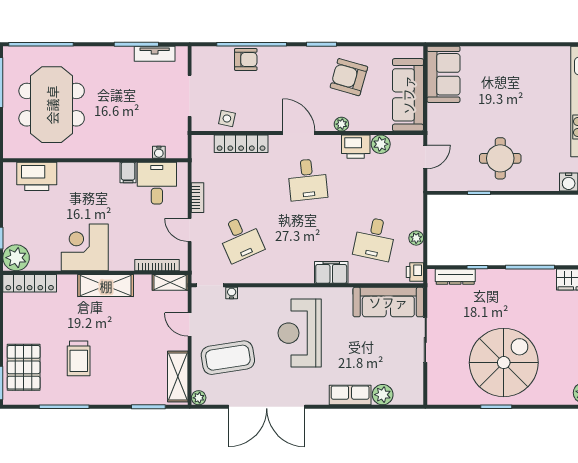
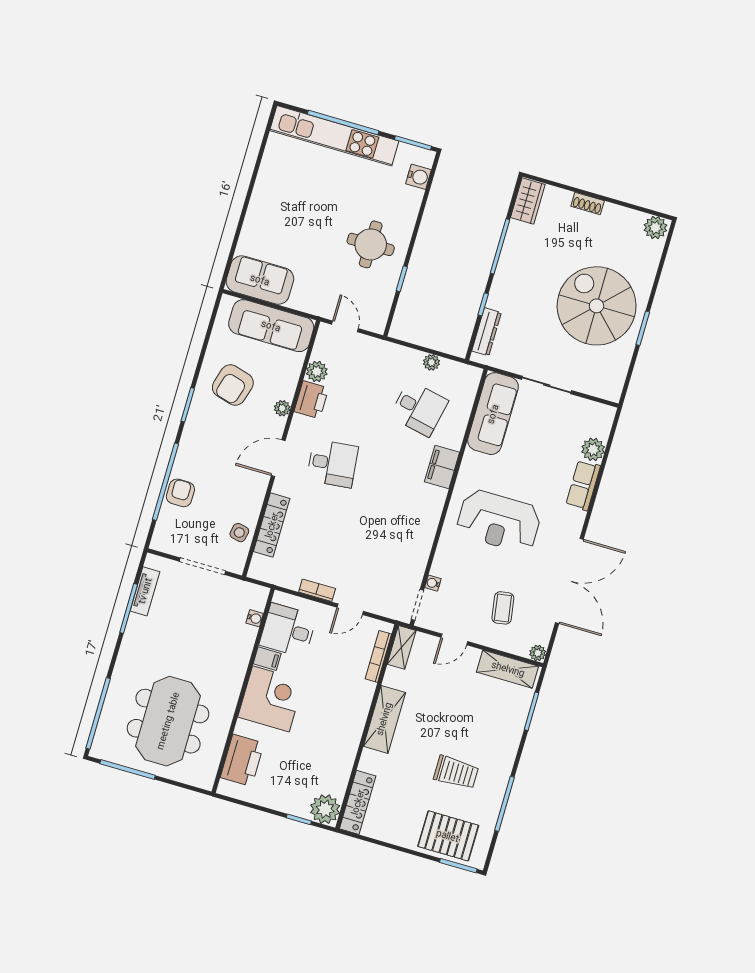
meeting table: (52, 105) -> (168, 721), turned 90
desk: (240, 239) -> (376, 556), removed
corner desk: (85, 247) -> (271, 699), moved, turned 180
printer: (415, 272) -> (468, 375), removed
coffee table: (228, 358) -> (503, 608), width x0.54, depth x0.58

